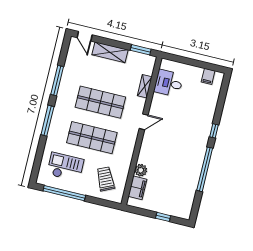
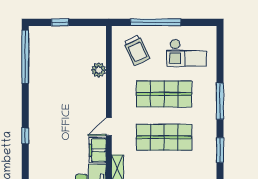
window: (57, 81) -> (220, 150), width x0.69
window: (205, 169) -> (25, 57), moved
filing cabinet: (137, 188) -> (98, 150), moved
window: (64, 193) -> (156, 22), moved

